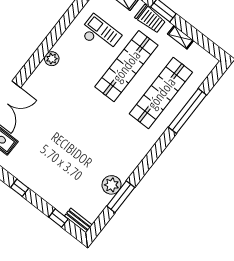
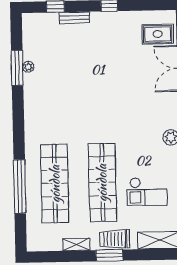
plant: (112, 185) -> (28, 67), width x0.53, depth x0.53
bench: (78, 220) -> (74, 18), moved

